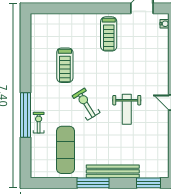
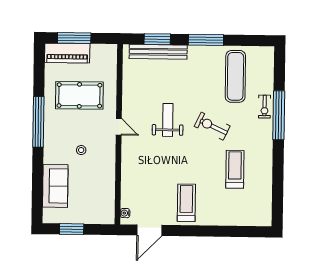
exercise bike: (86, 104) -> (212, 126), turned 147
bench: (113, 171) -> (158, 52), moved
window: (148, 183) -> (157, 39), moved

